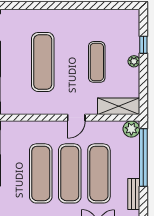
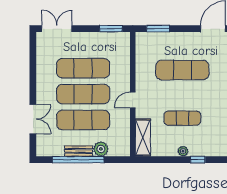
door: (76, 118) -> (133, 100), hinge flipped
plant: (131, 129) -> (101, 149), moved
window: (143, 158) -> (78, 160), moved
bench: (134, 194) -> (79, 151), moved

